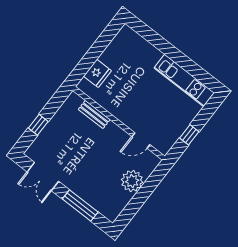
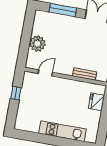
kitchen unit: (184, 80) -> (62, 131), moved

